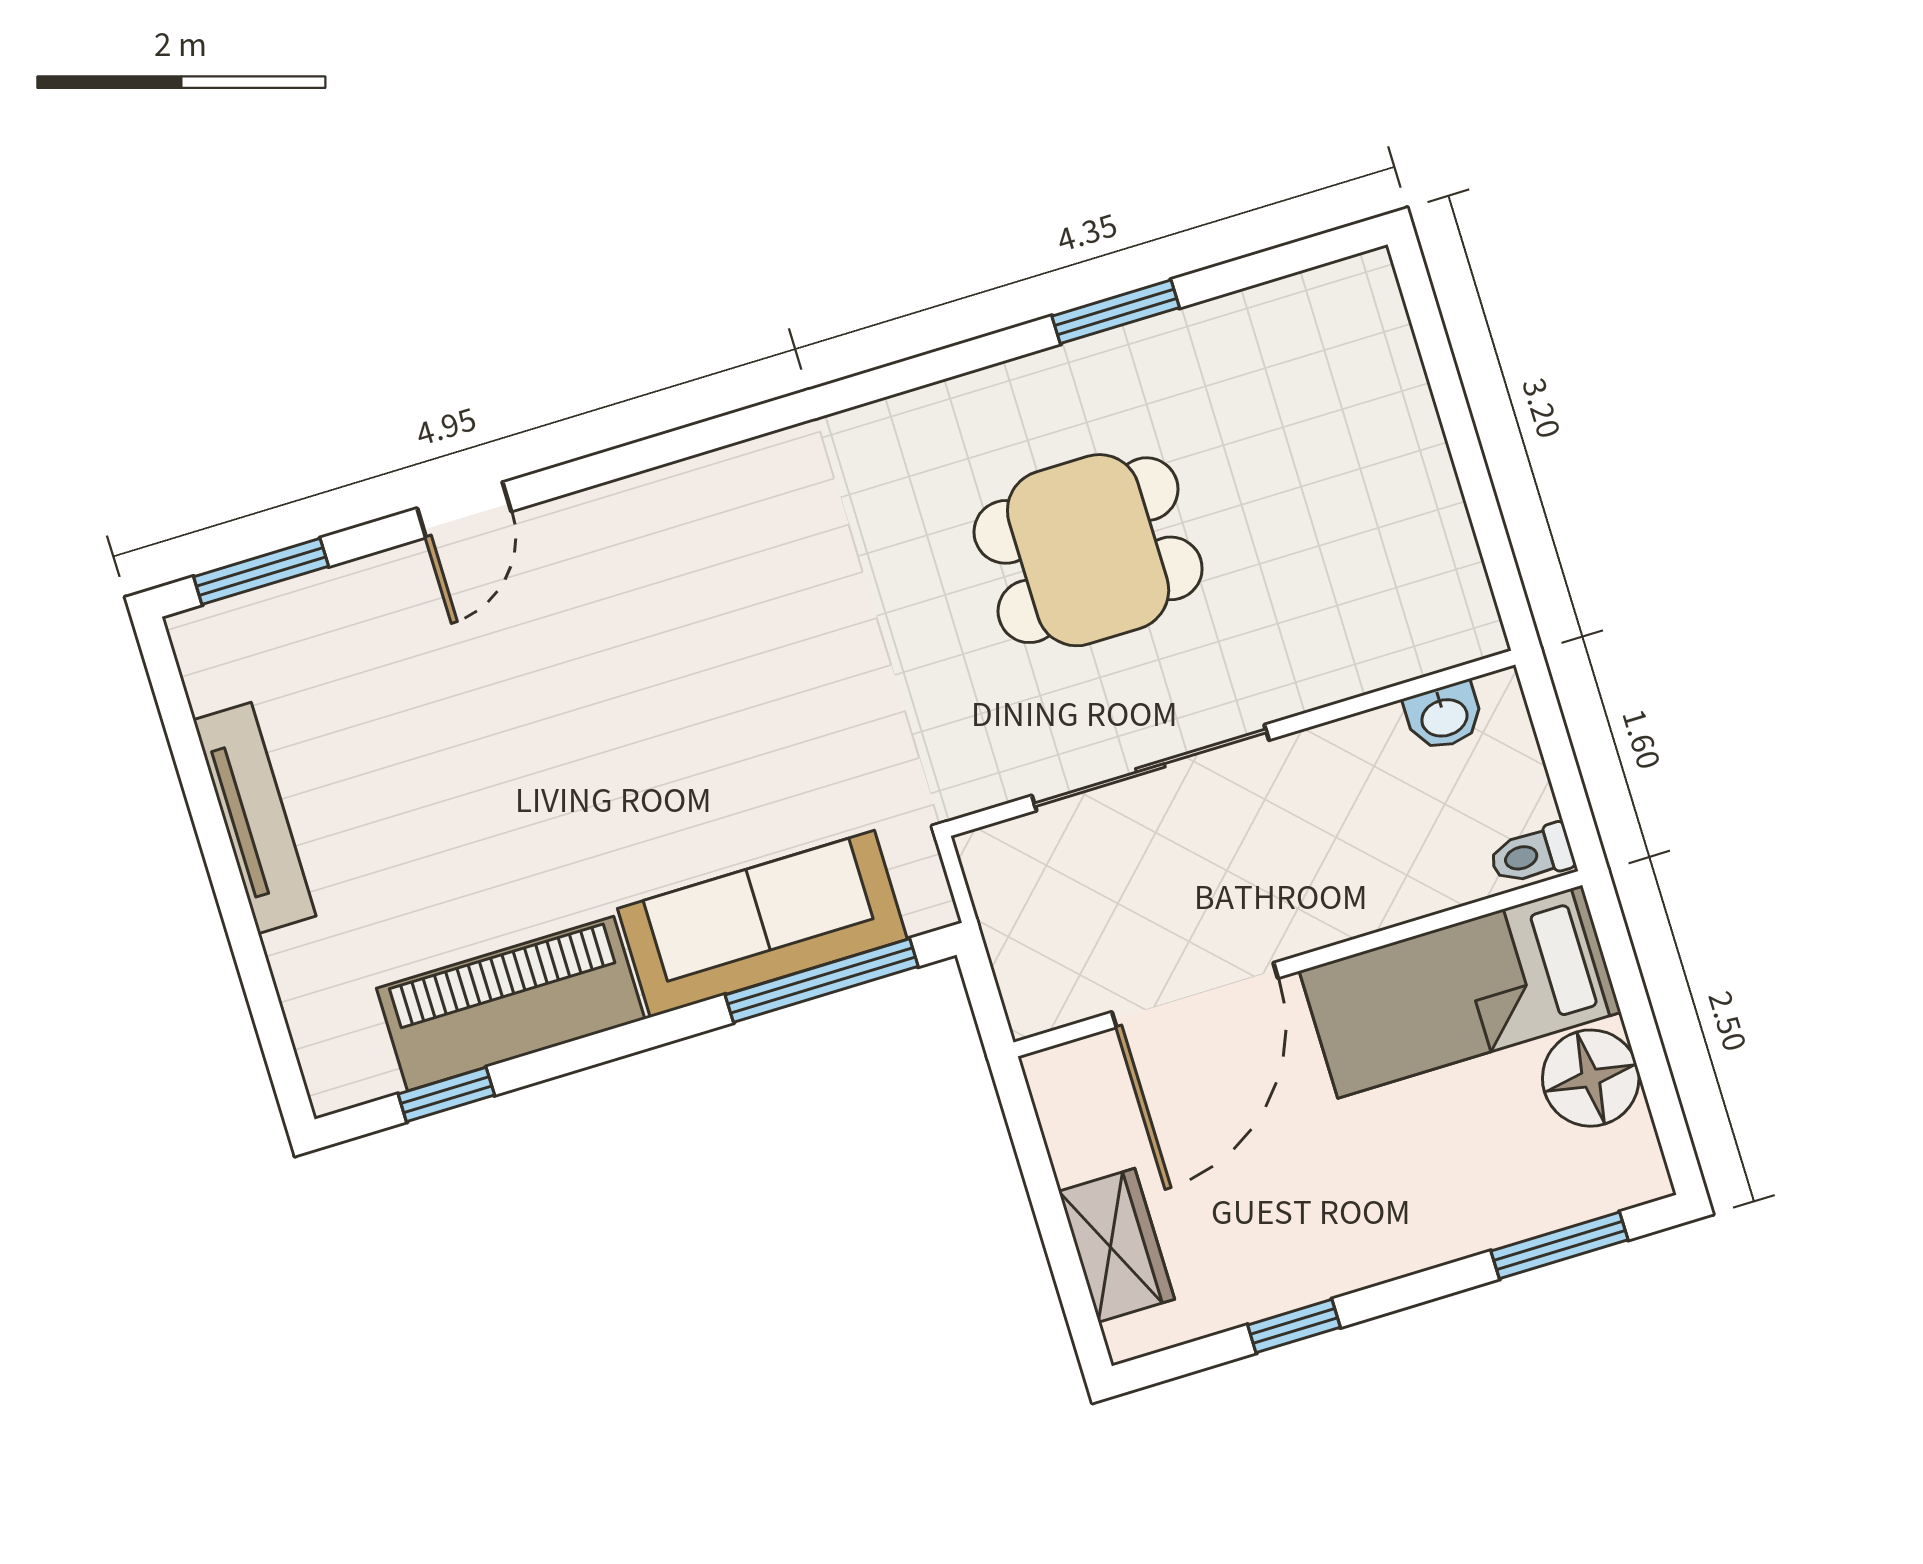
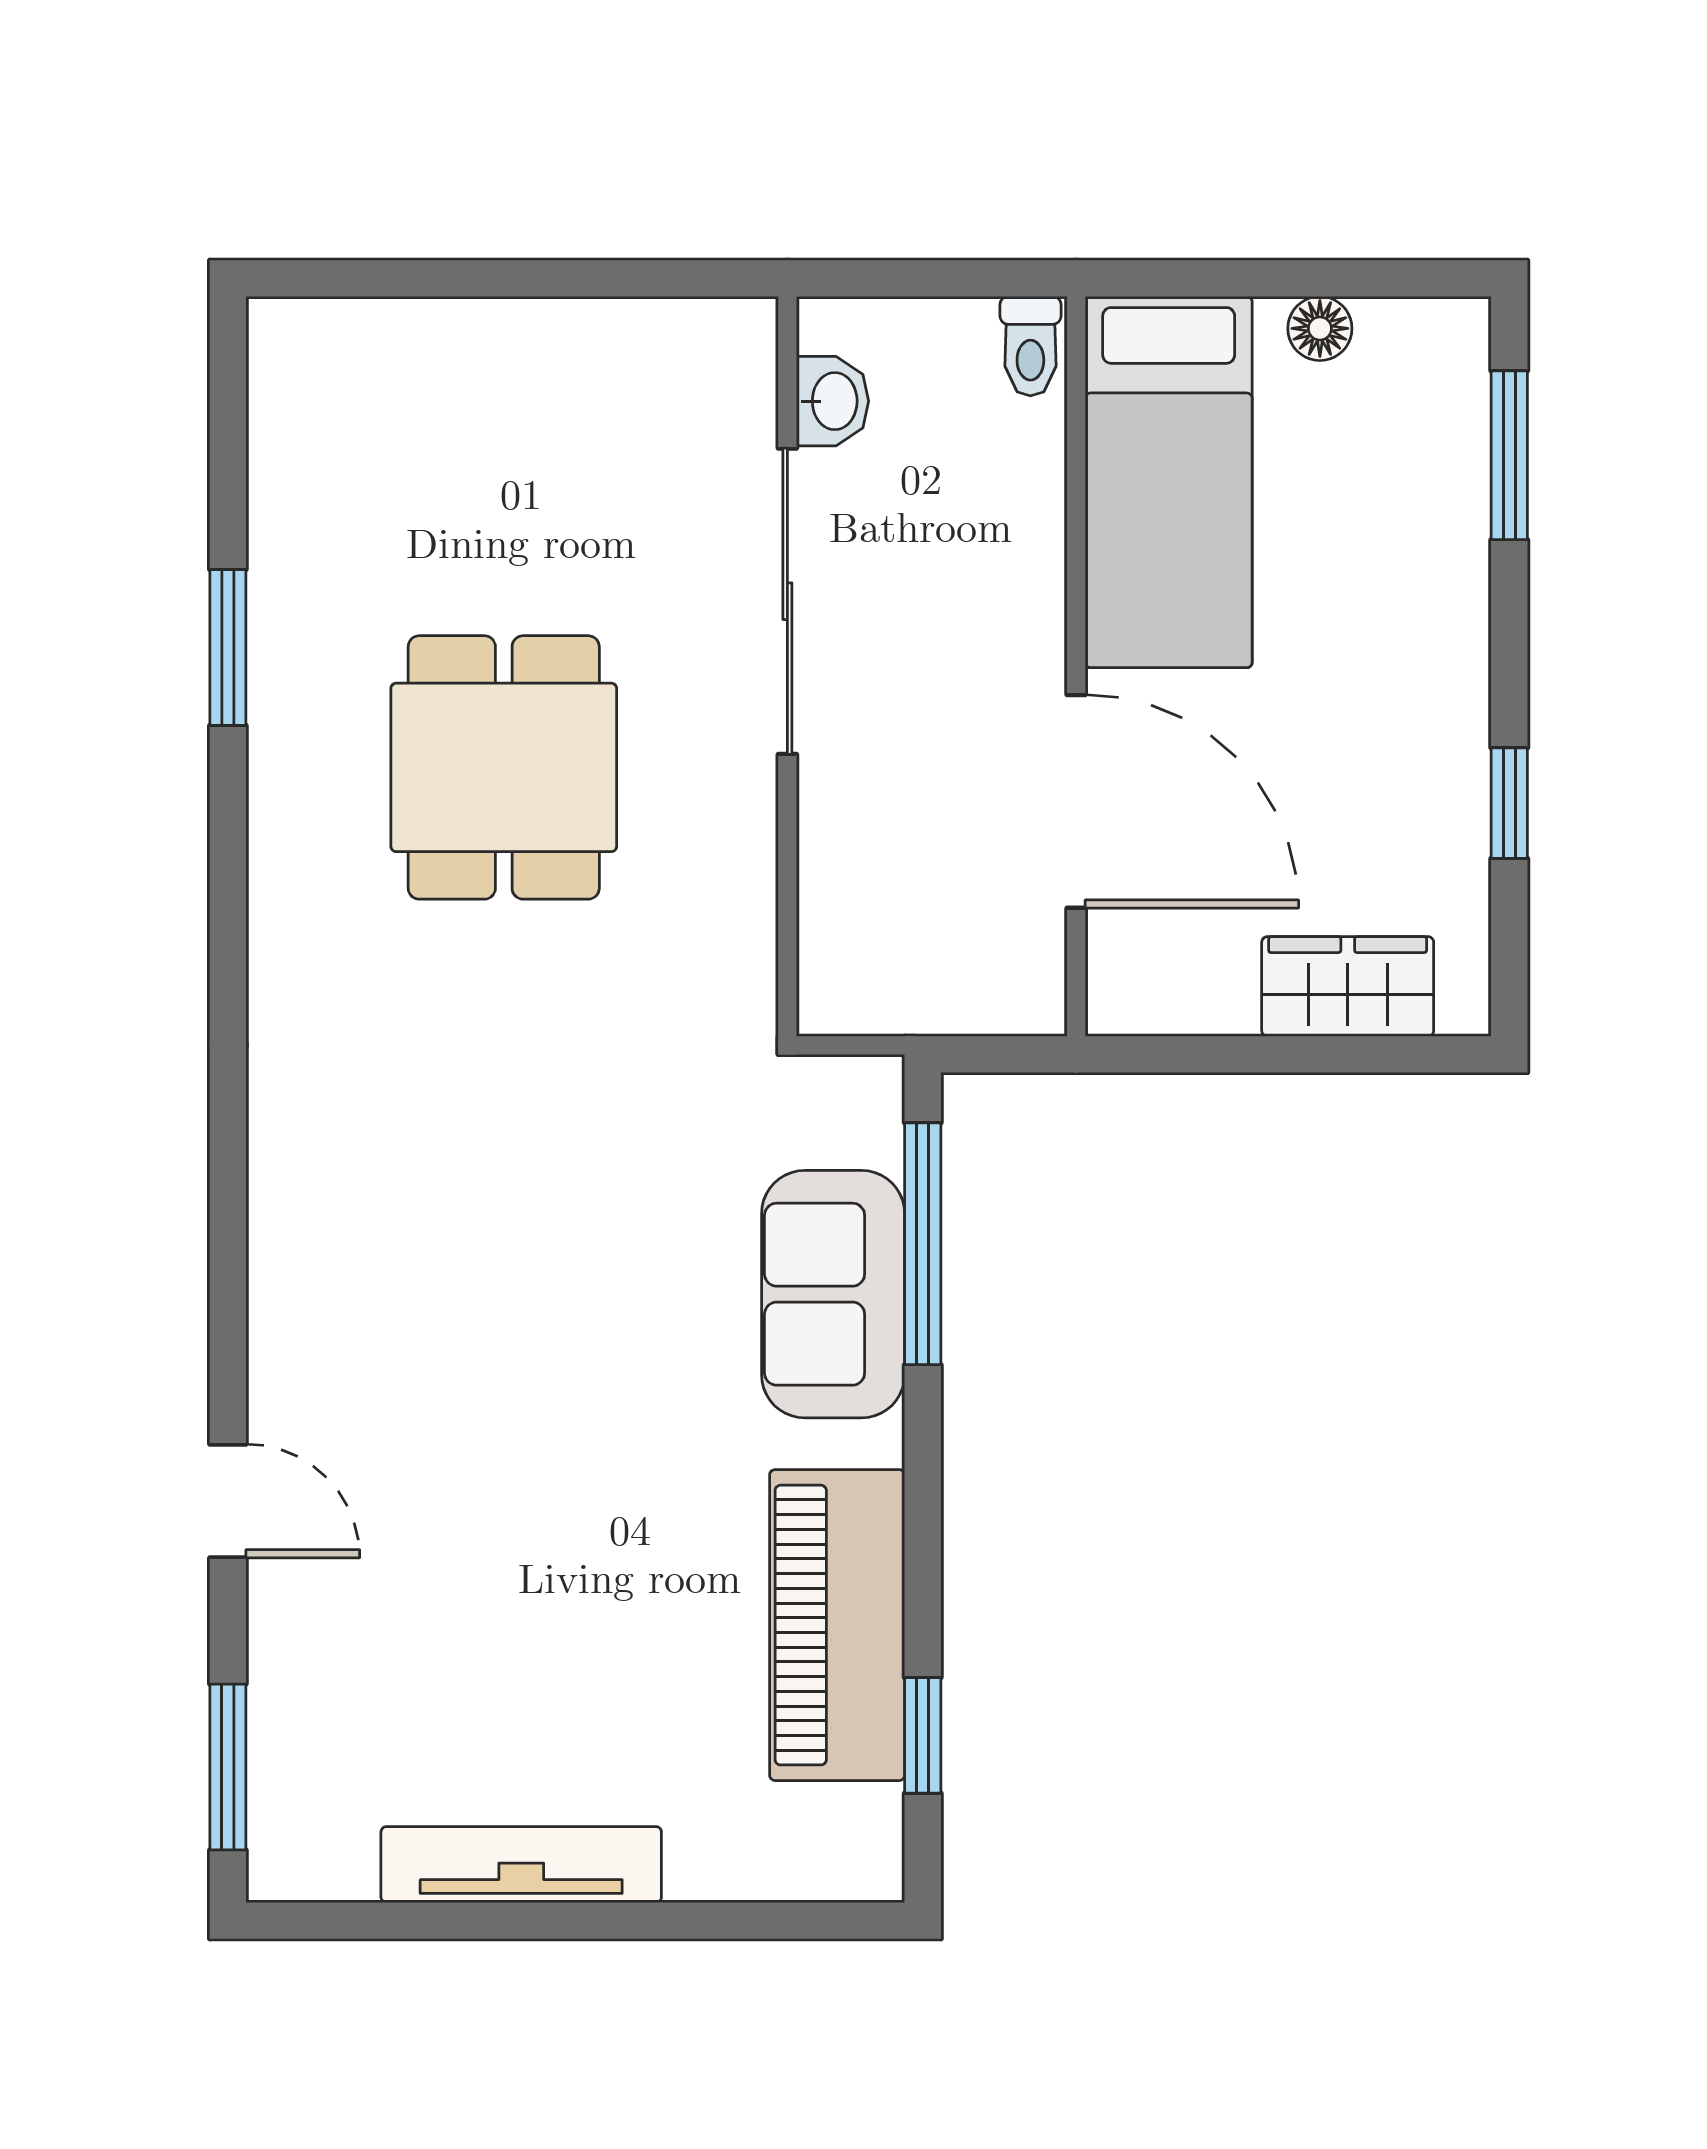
sliding door: (1150, 768) -> (787, 601), moved
sofa: (762, 924) -> (833, 1294), width x0.73
floor lamp: (1591, 1078) -> (1320, 328), width x0.53, depth x0.53

